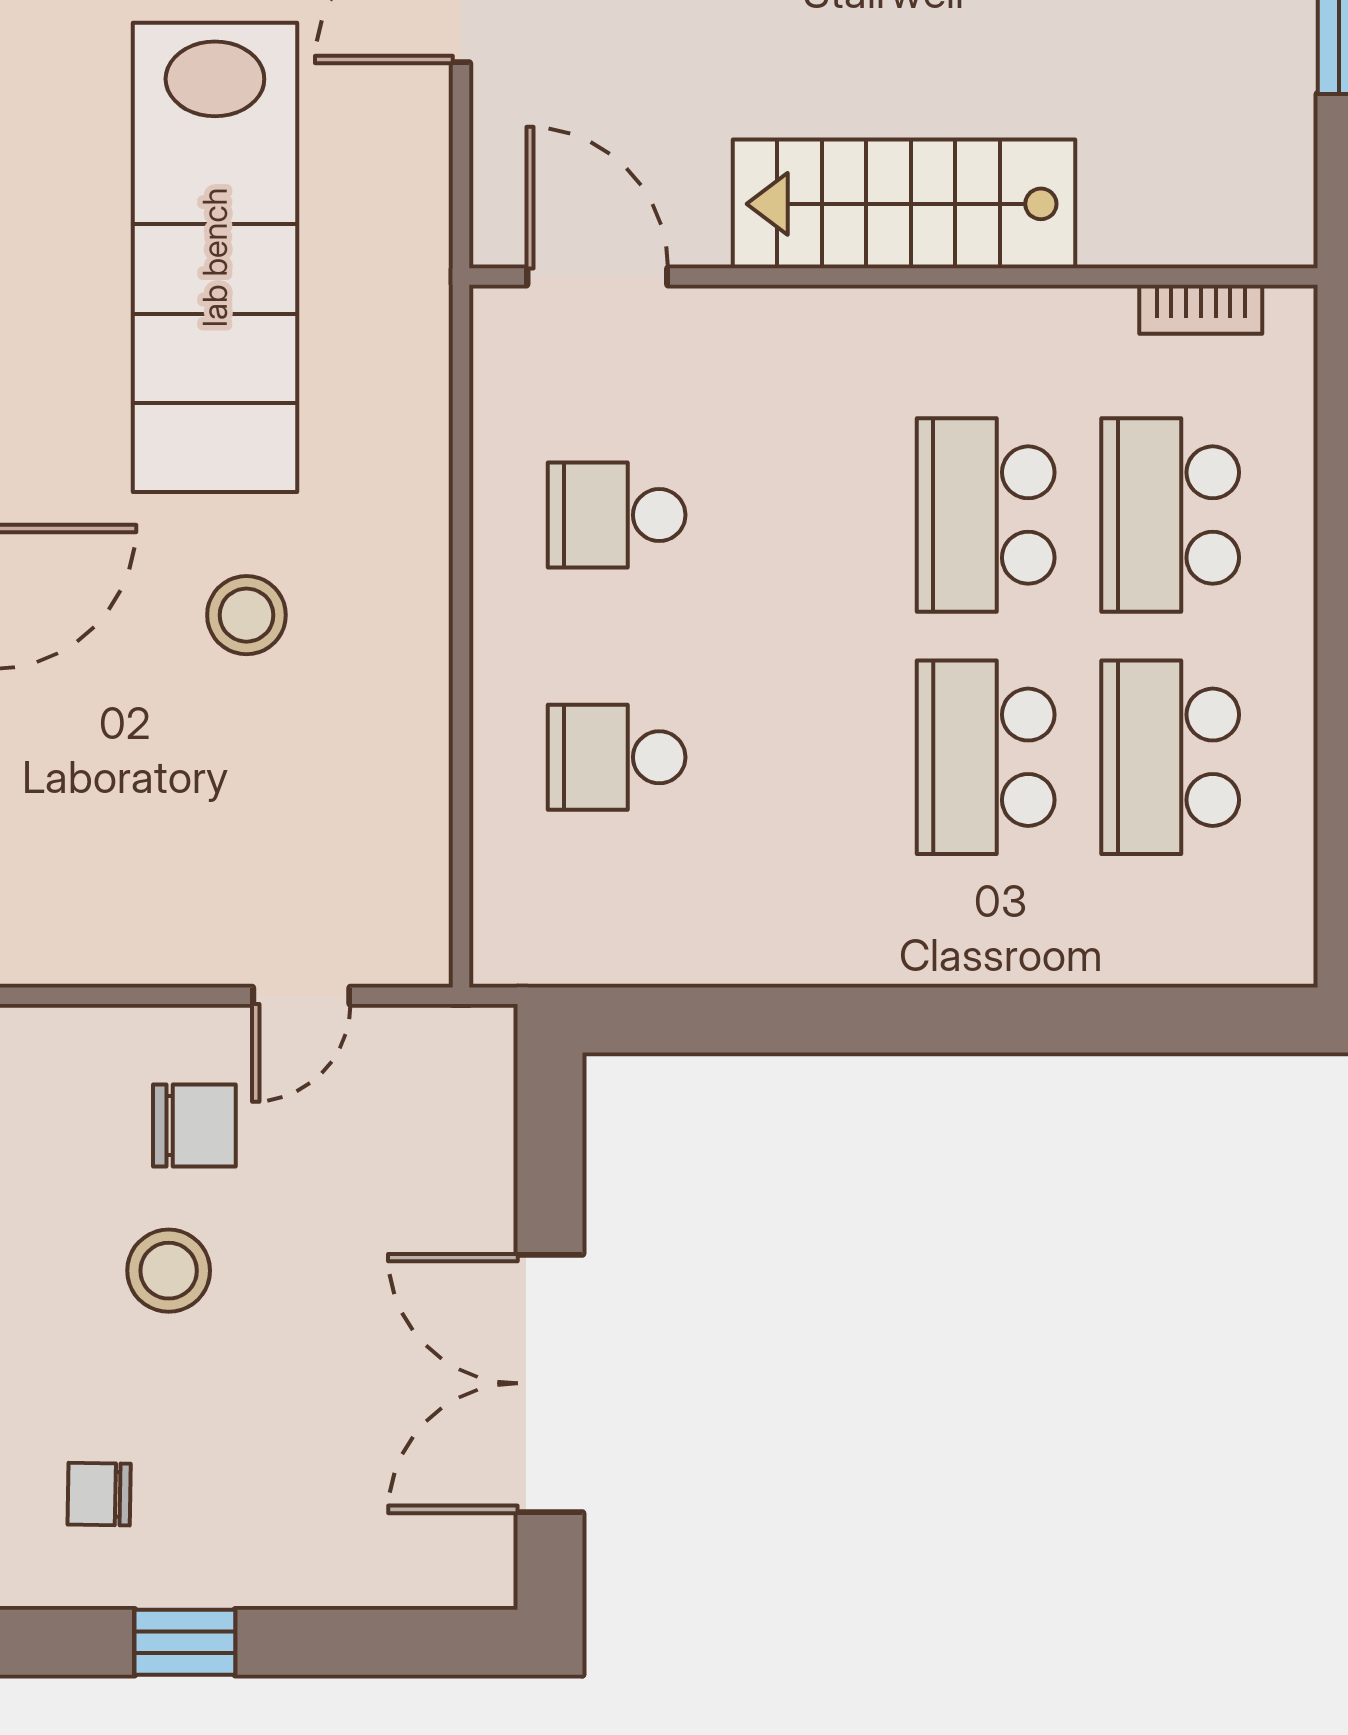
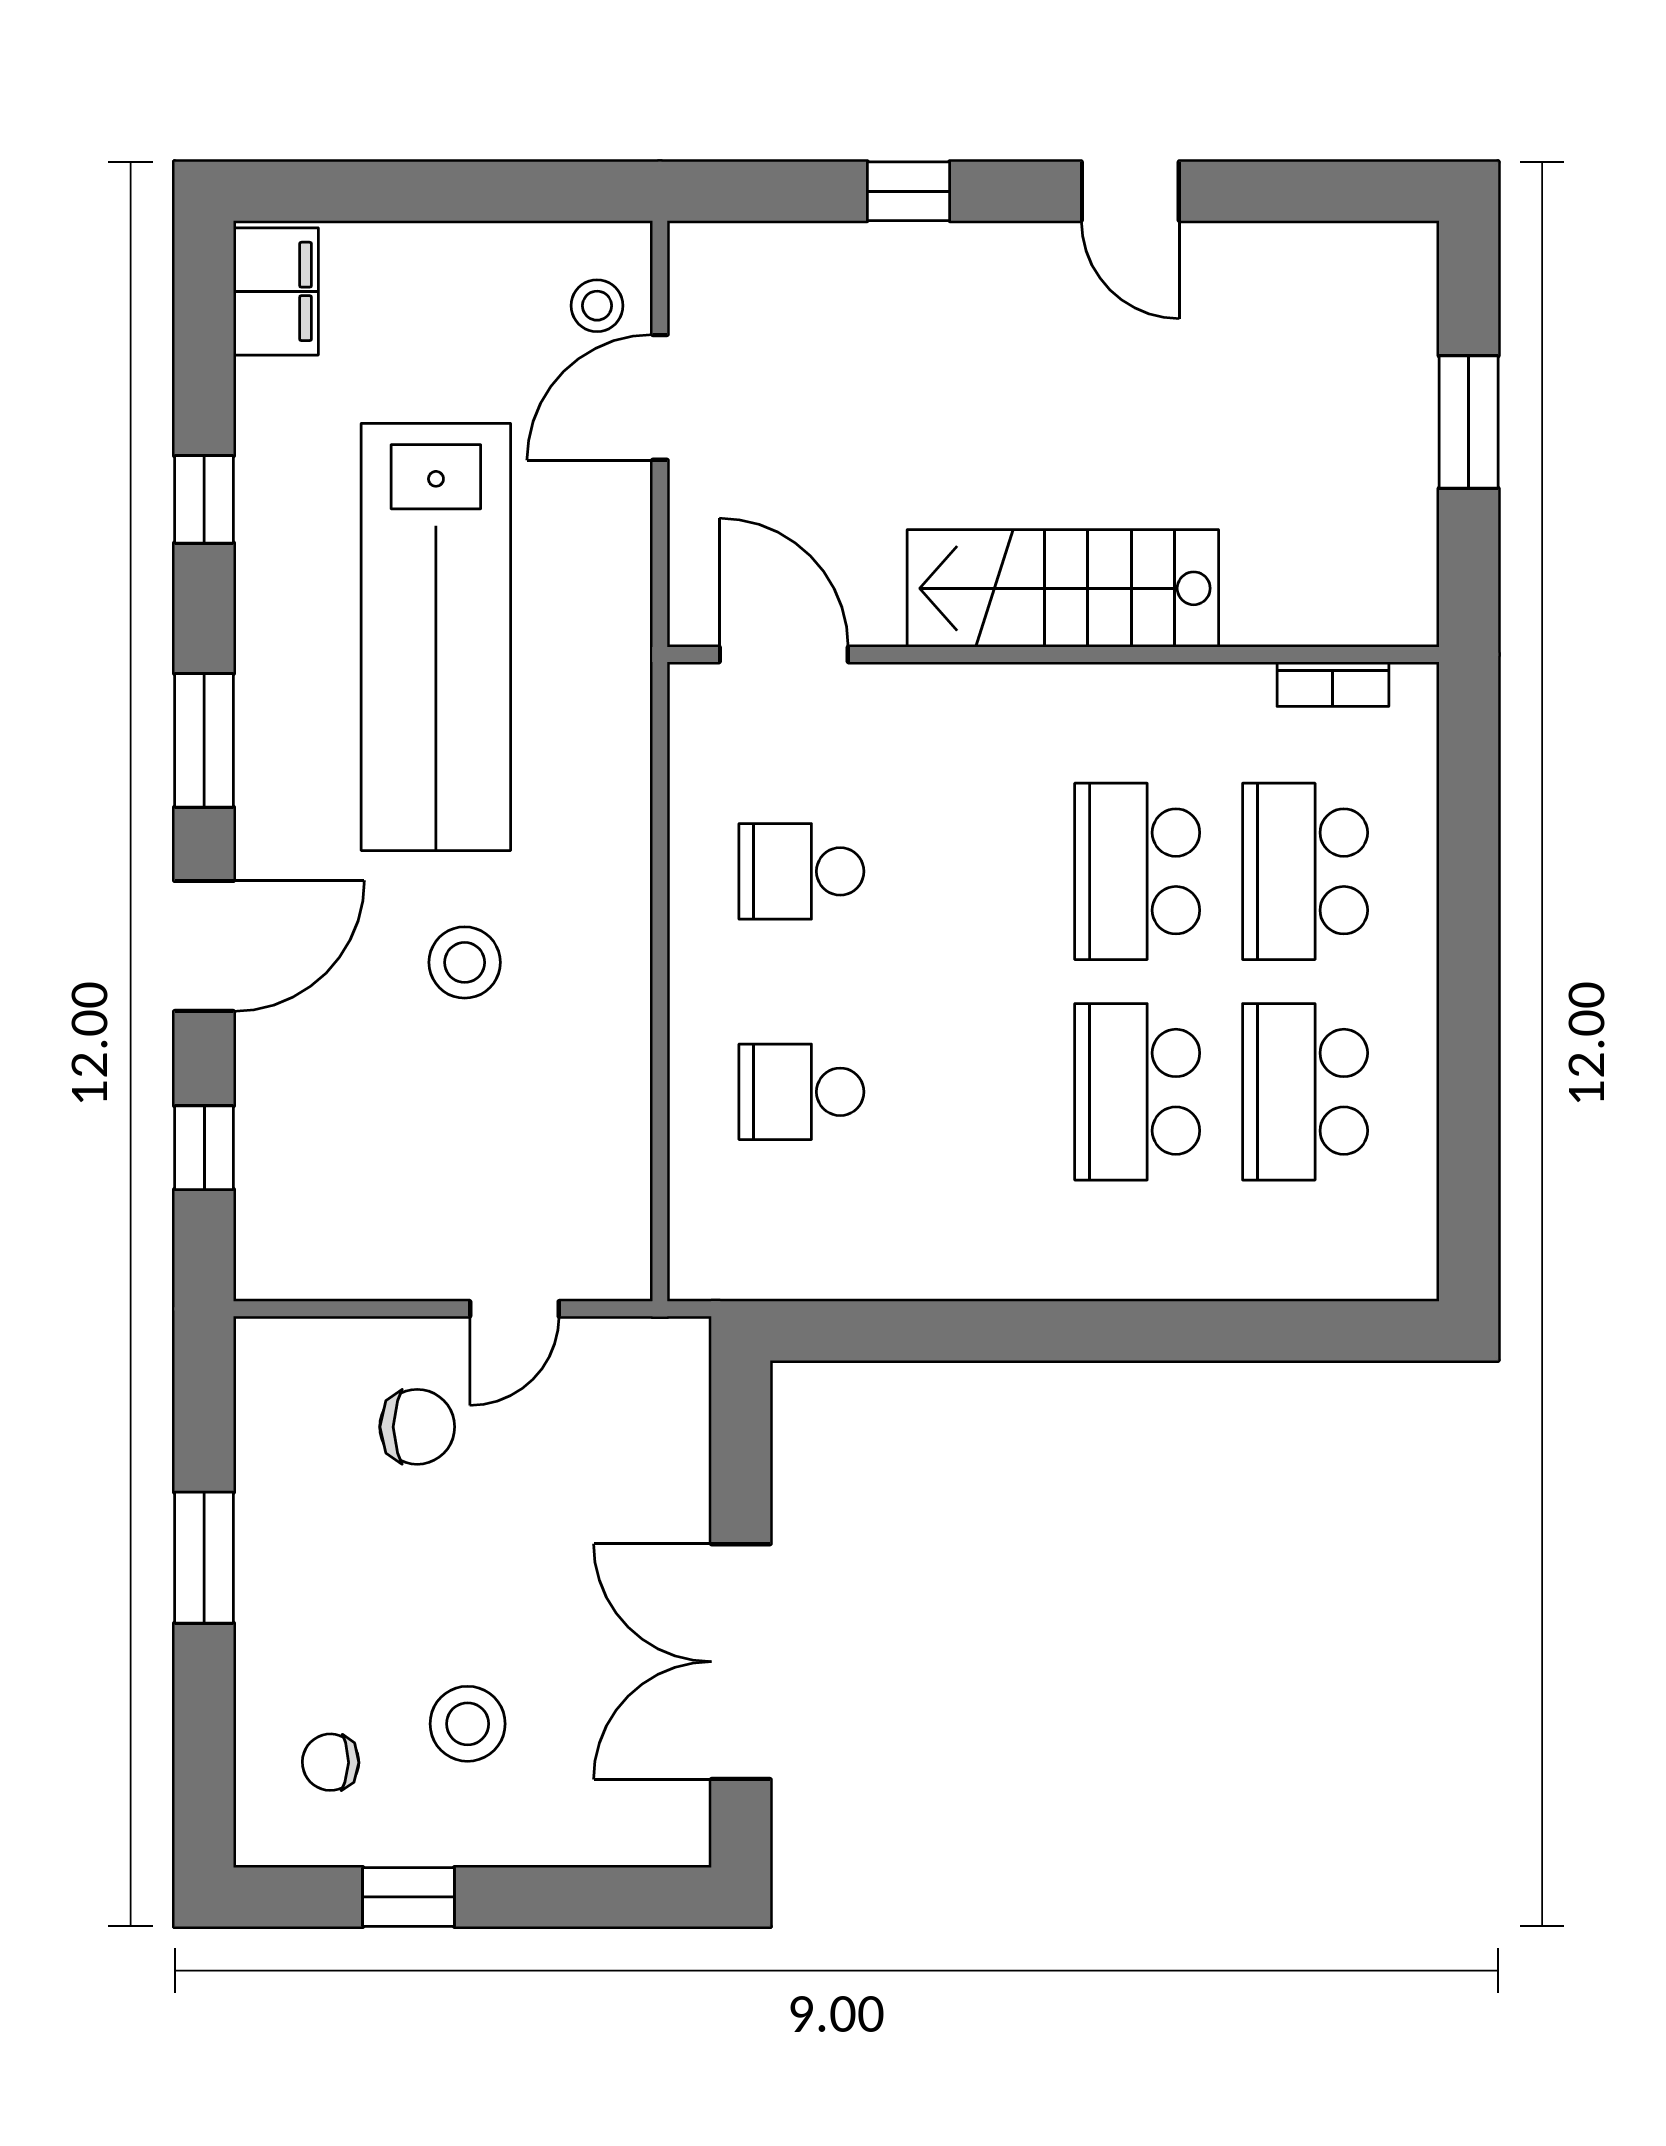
stool: (169, 1271) -> (468, 1724), moved

